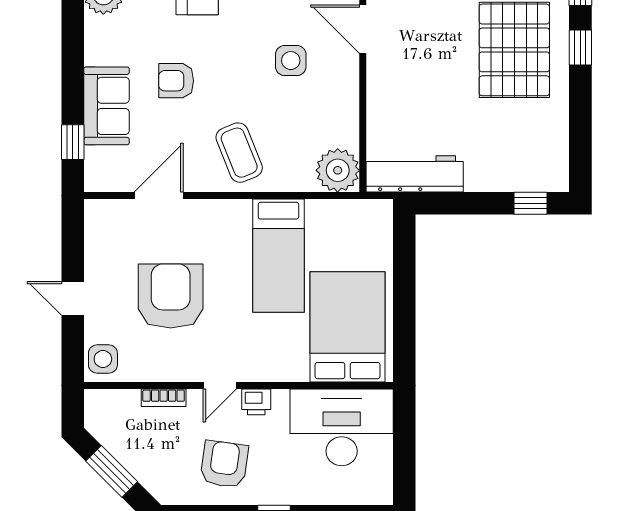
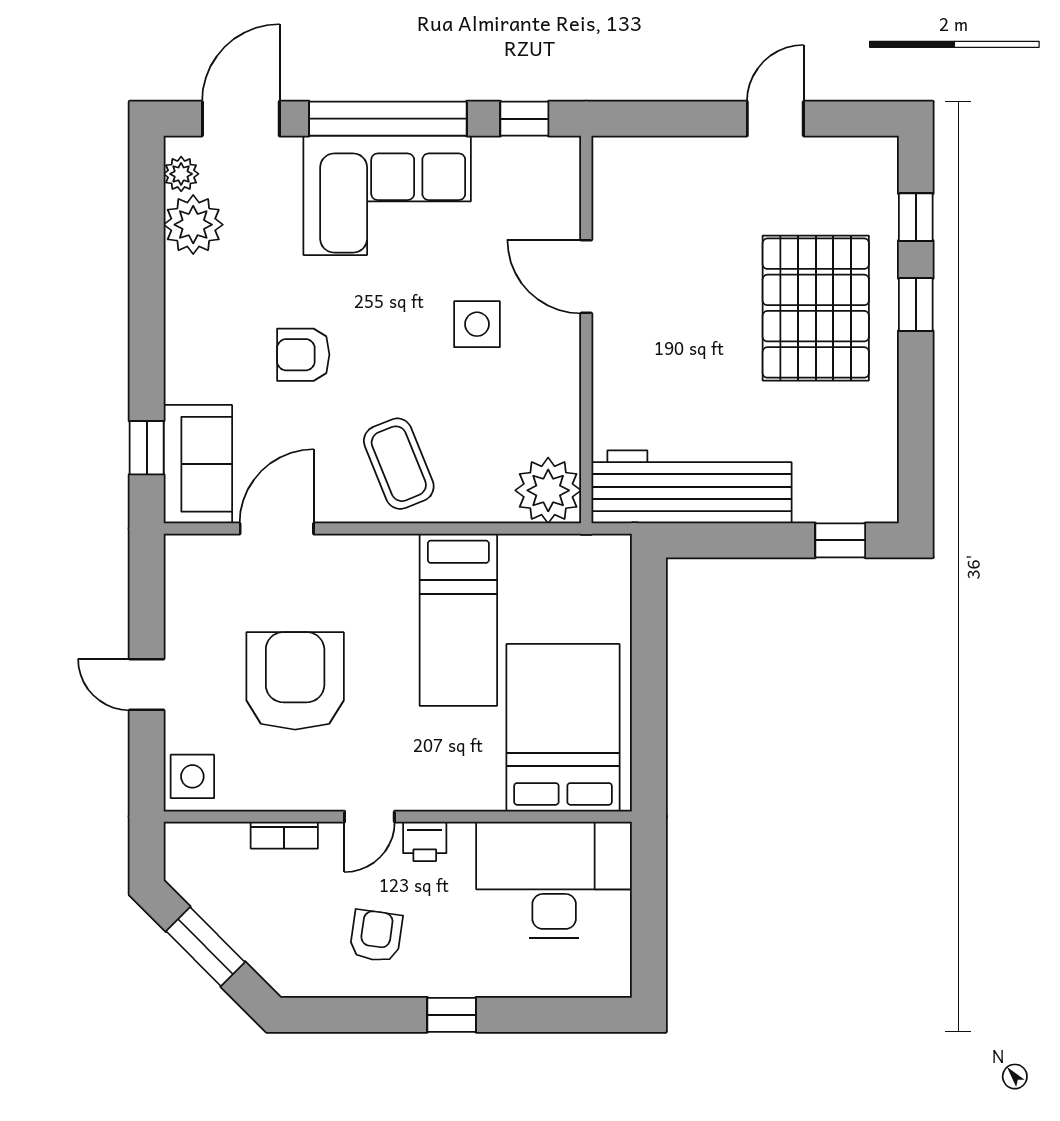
sofa: (106, 106) -> (198, 464), moved
workbench: (415, 174) -> (692, 487), width x1.36, depth x1.32
armchair: (224, 464) -> (376, 936), width x0.72, depth x0.72

